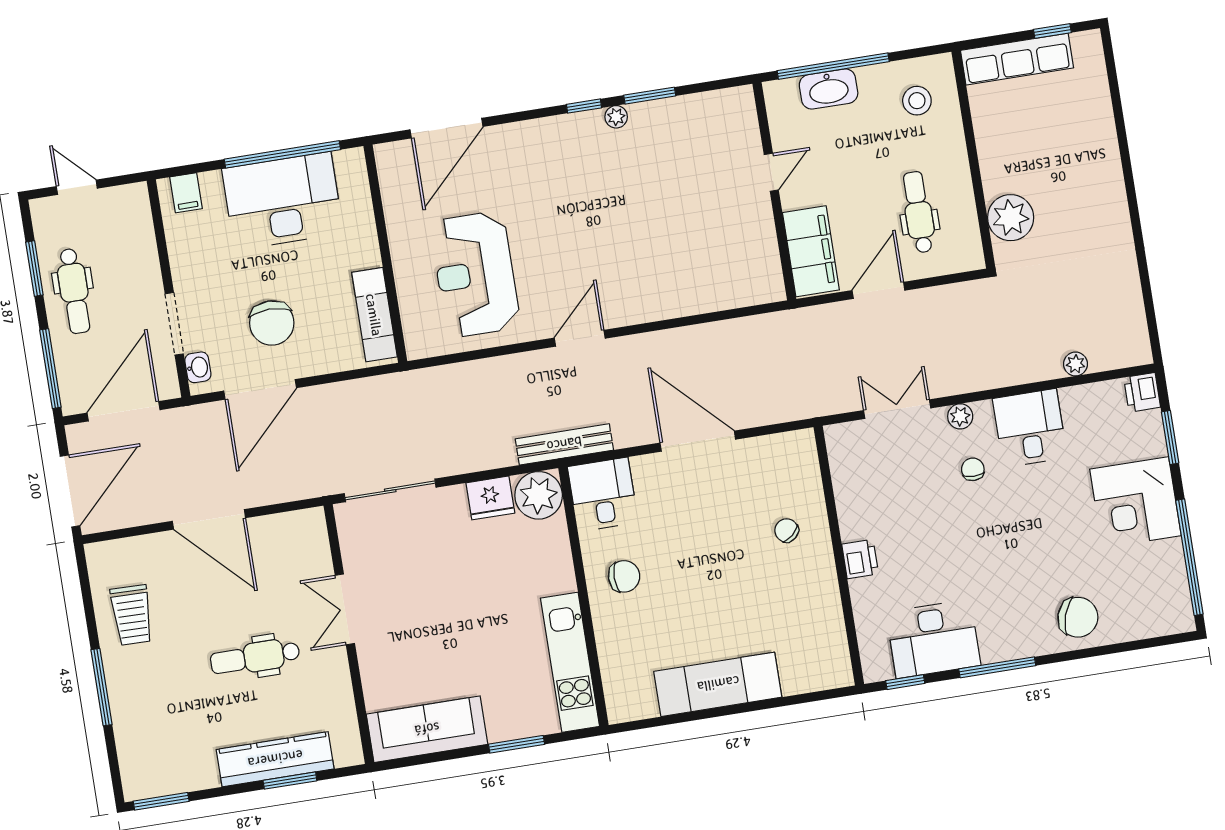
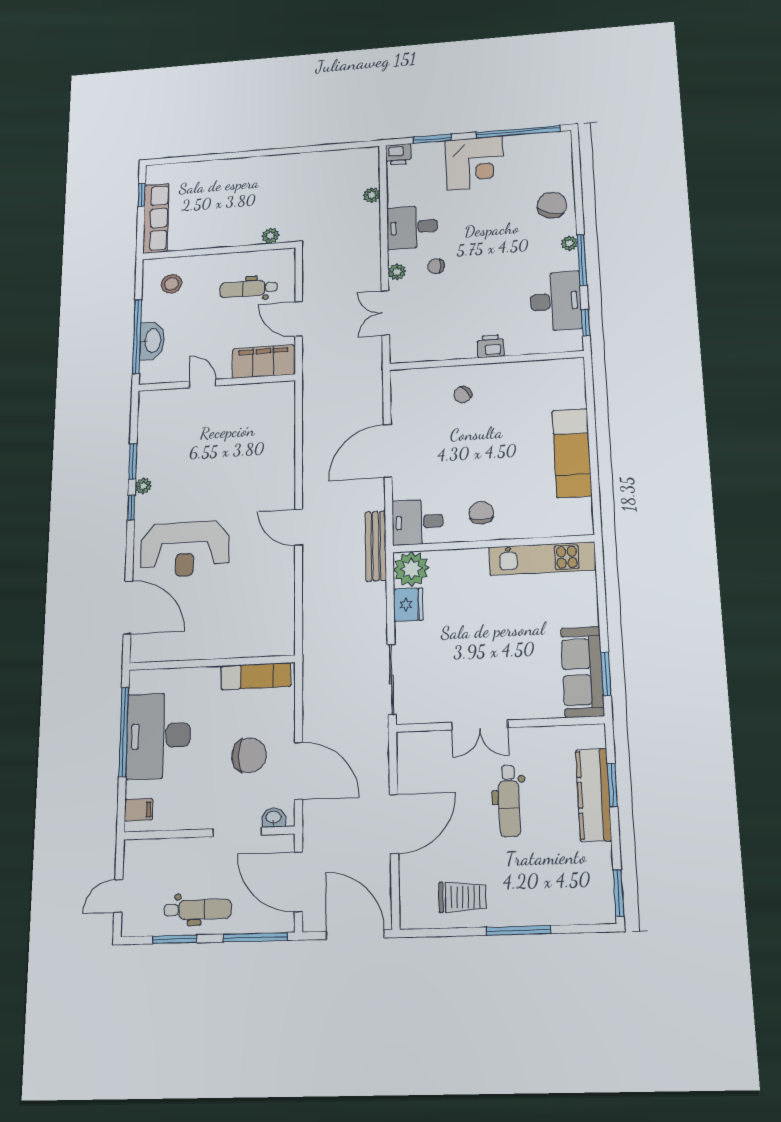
plant: (1011, 218) -> (271, 236), width x0.53, depth x0.53
reception desk: (475, 274) -> (185, 549), moved
plant: (1021, 647) -> (569, 243), added
window: (516, 744) -> (606, 674), moved

